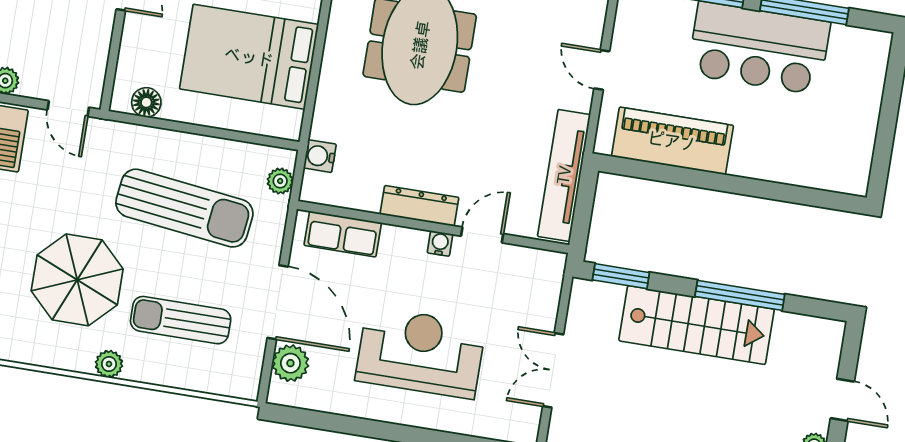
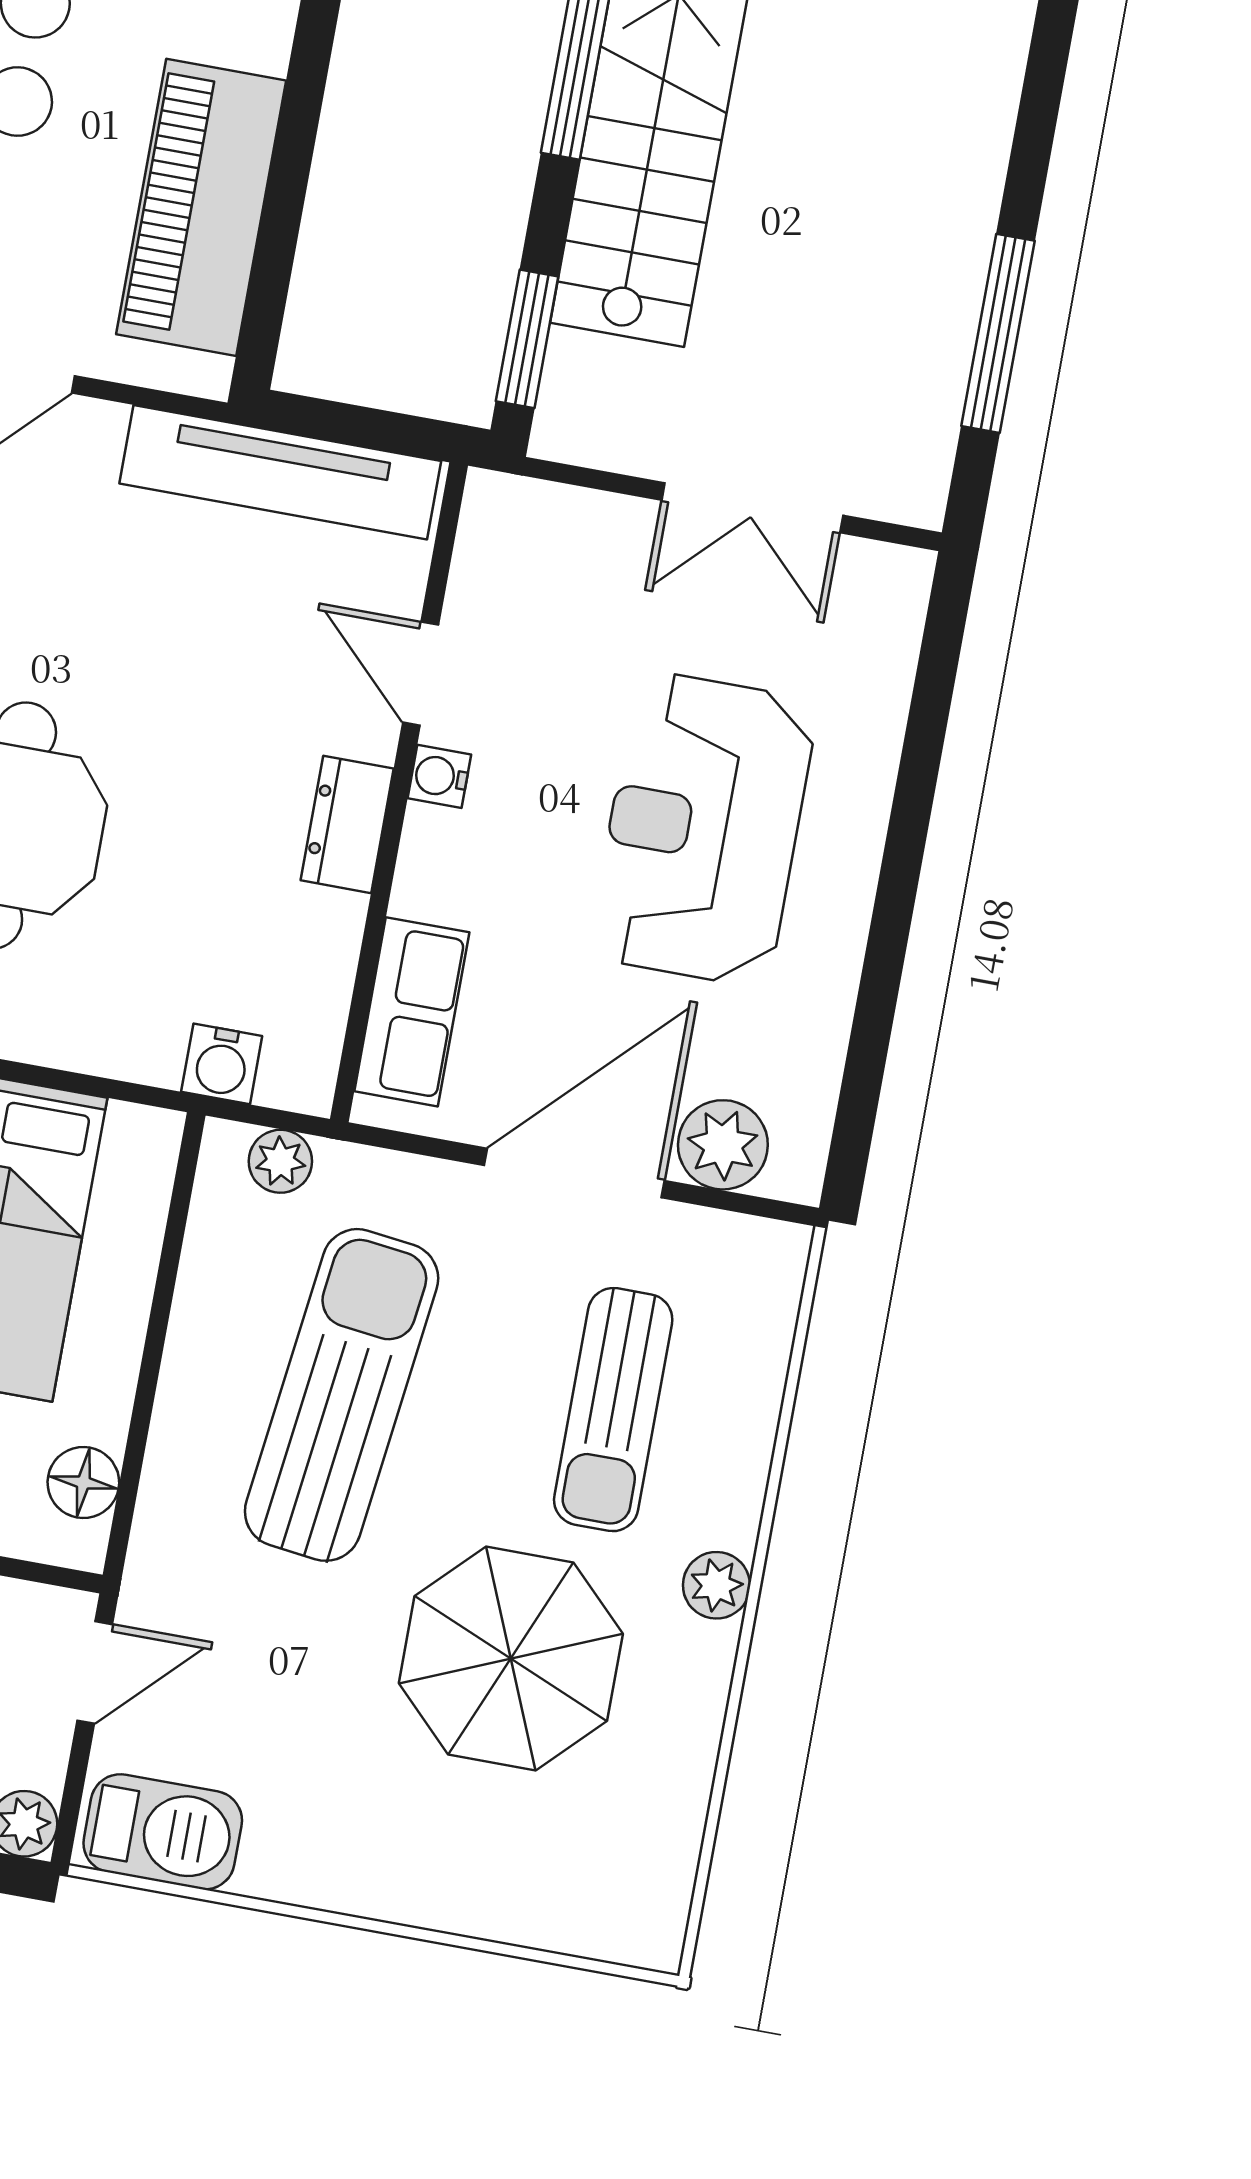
dresser: (419, 206) -> (347, 824), width x0.70

